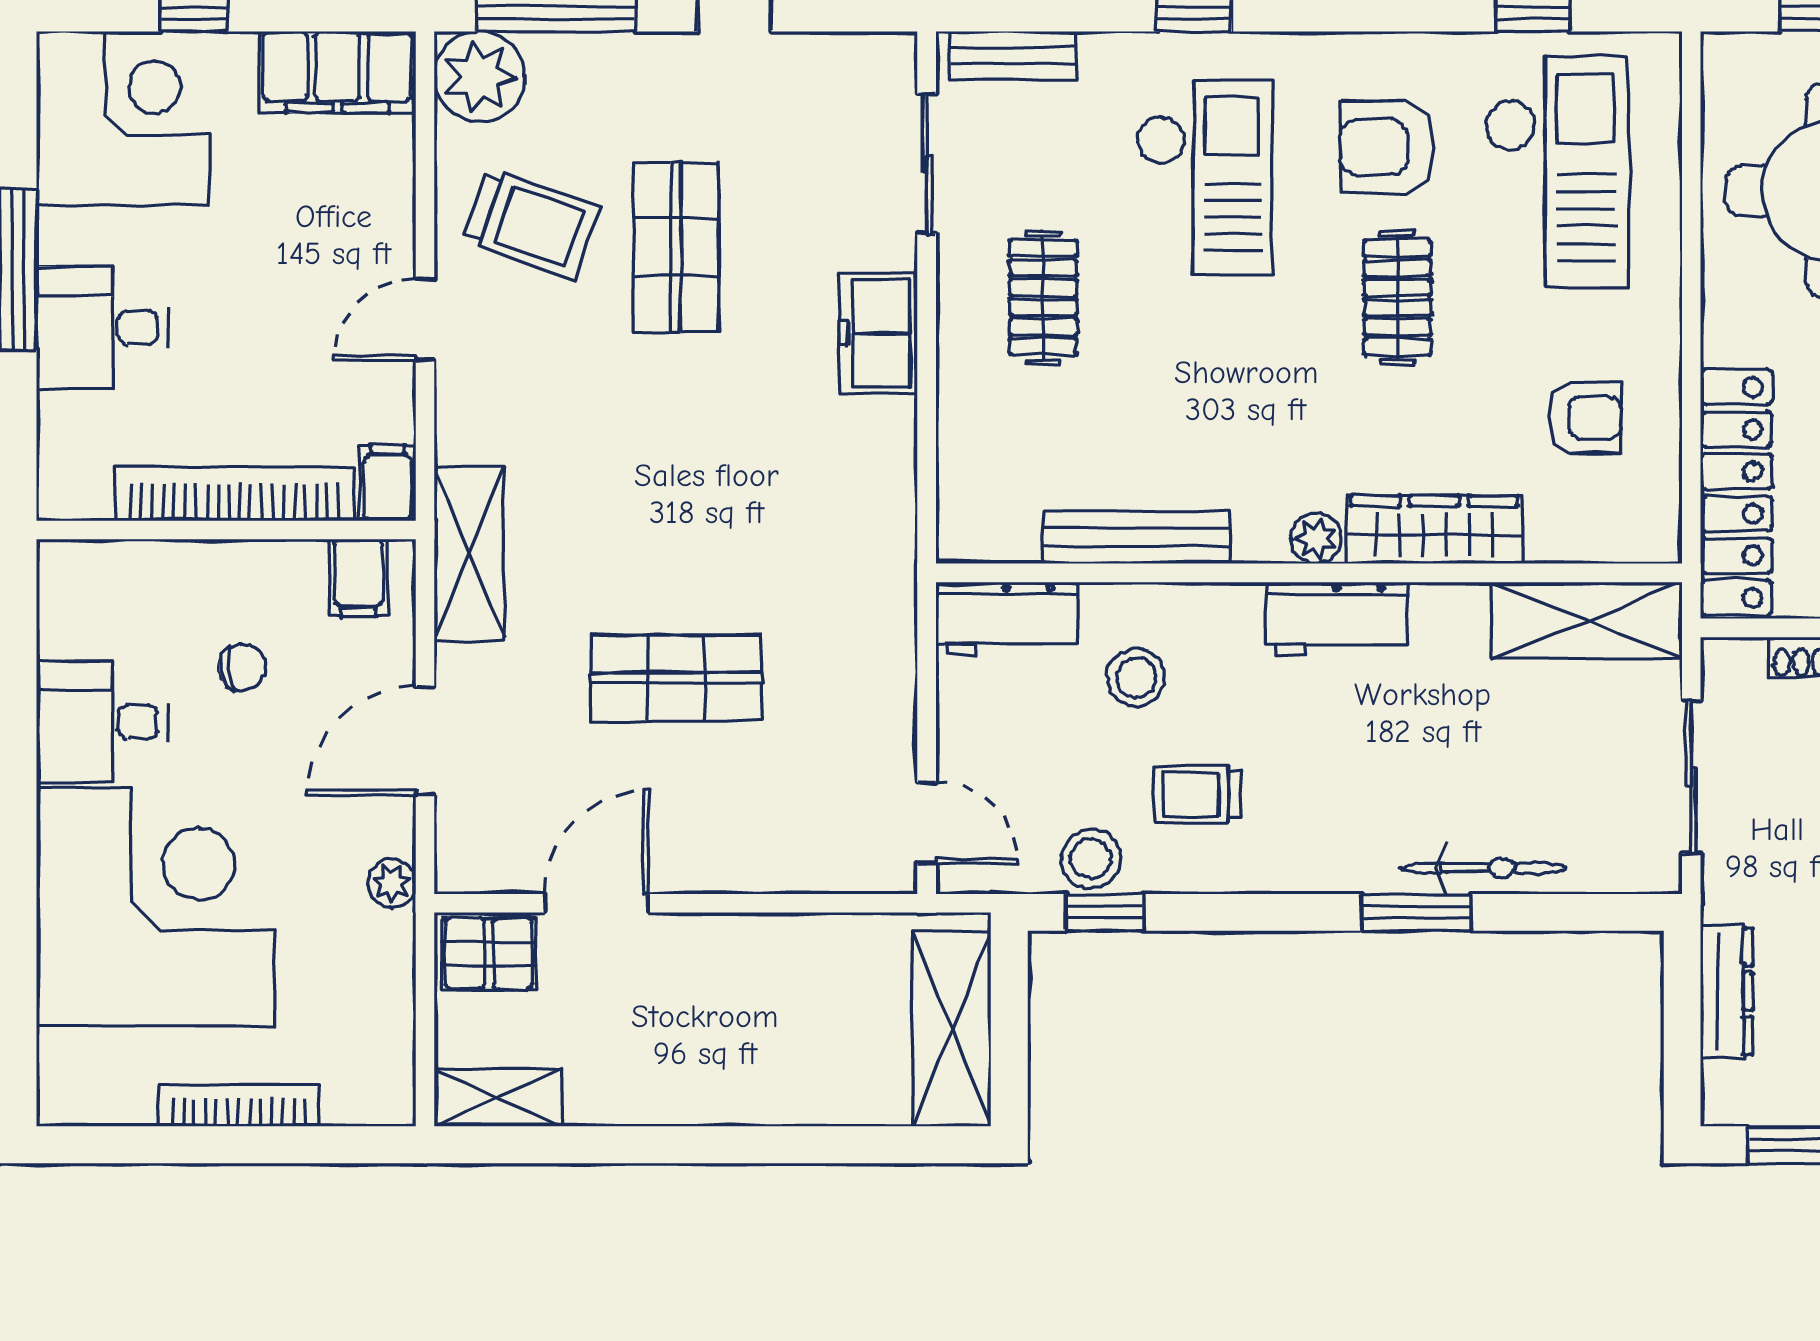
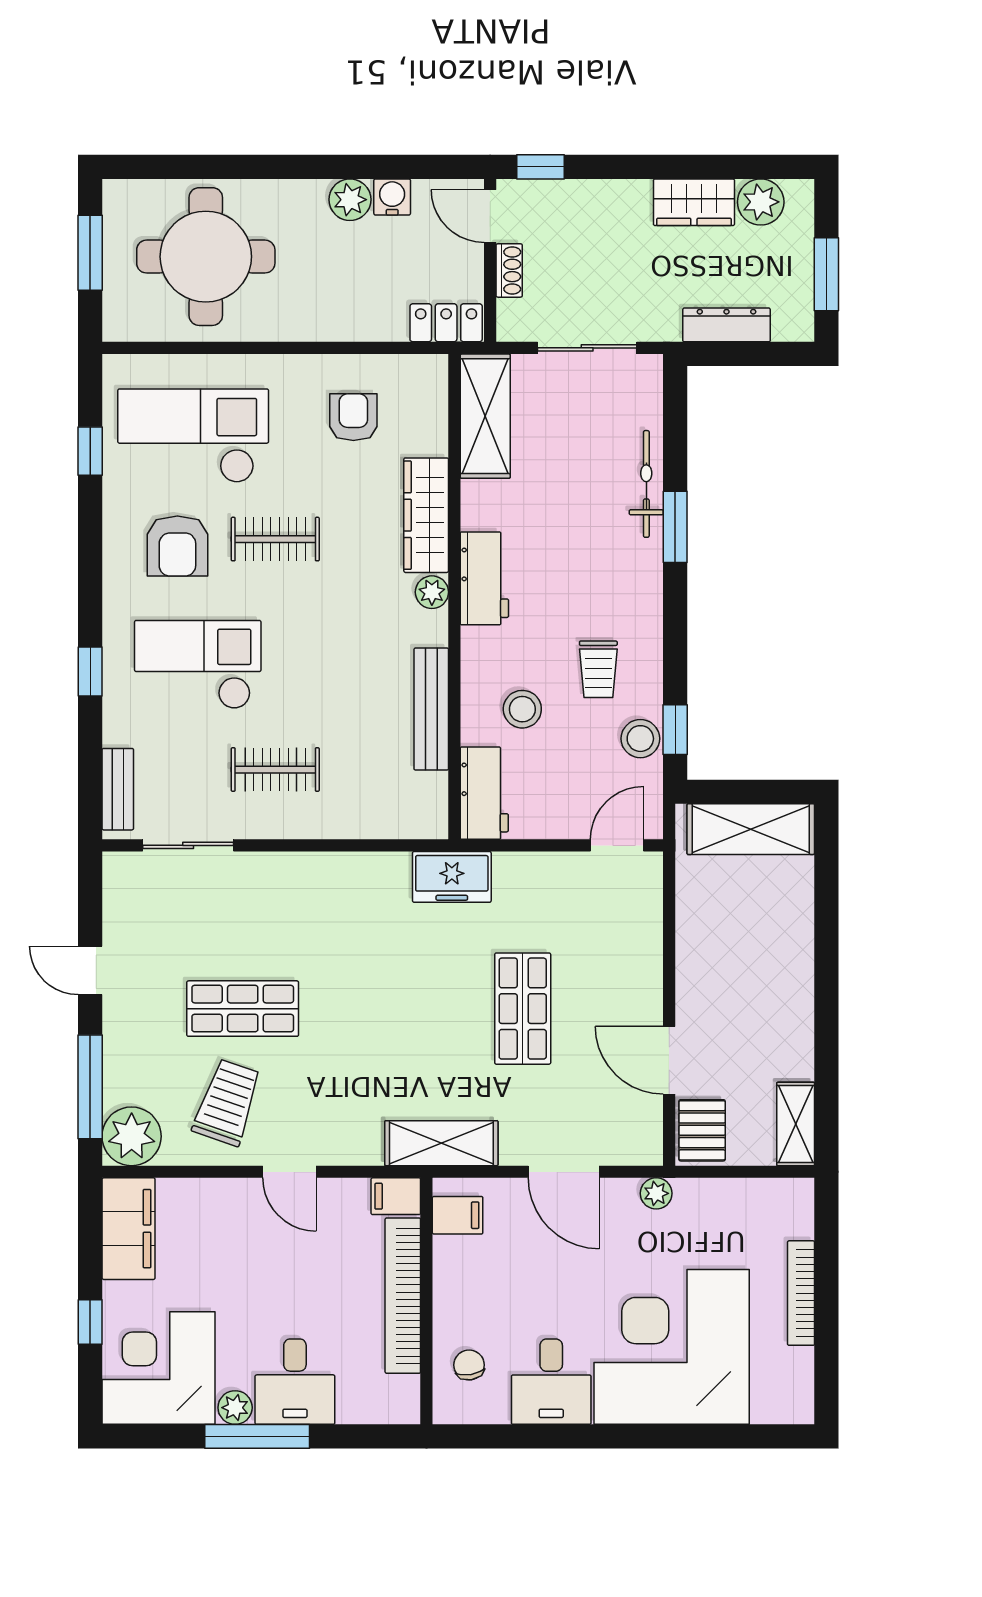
plant: (62, 236) -> (235, 1408), added
freezer: (878, 333) -> (452, 877), moved
locker: (1736, 492) -> (446, 323), width x0.46, depth x0.83
chair: (242, 667) -> (469, 1365), moved

